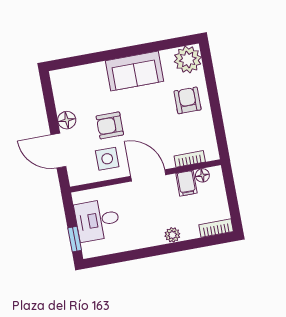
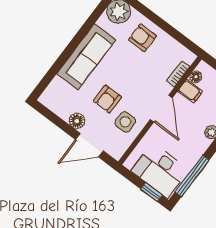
sofa: (134, 71) -> (86, 57), width x1.36
door: (148, 175) -> (161, 109), swing flipped
desk: (97, 220) -> (160, 171), width x1.37
window: (122, 257) -> (192, 176), added

